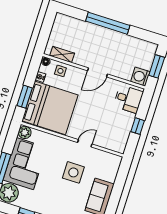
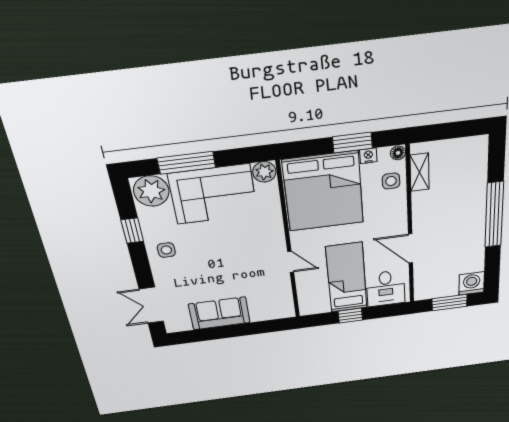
door: (97, 72) -> (410, 249), moved
washing machine: (140, 77) -> (472, 283), moved
window: (25, 97) -> (352, 142), moved
bed: (110, 118) -> (347, 278), added
side table: (73, 172) -> (166, 250), moved, width x0.54, depth x0.54

